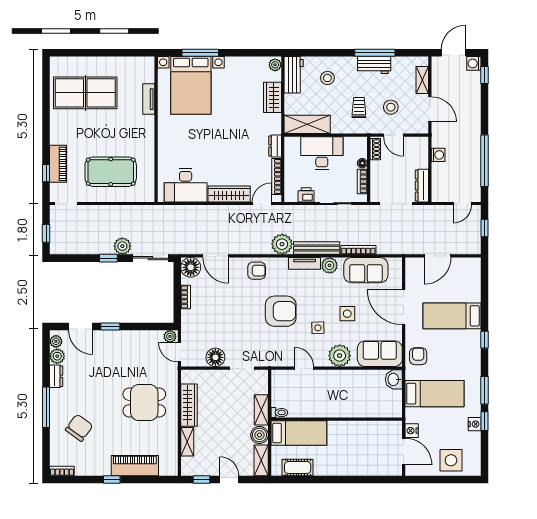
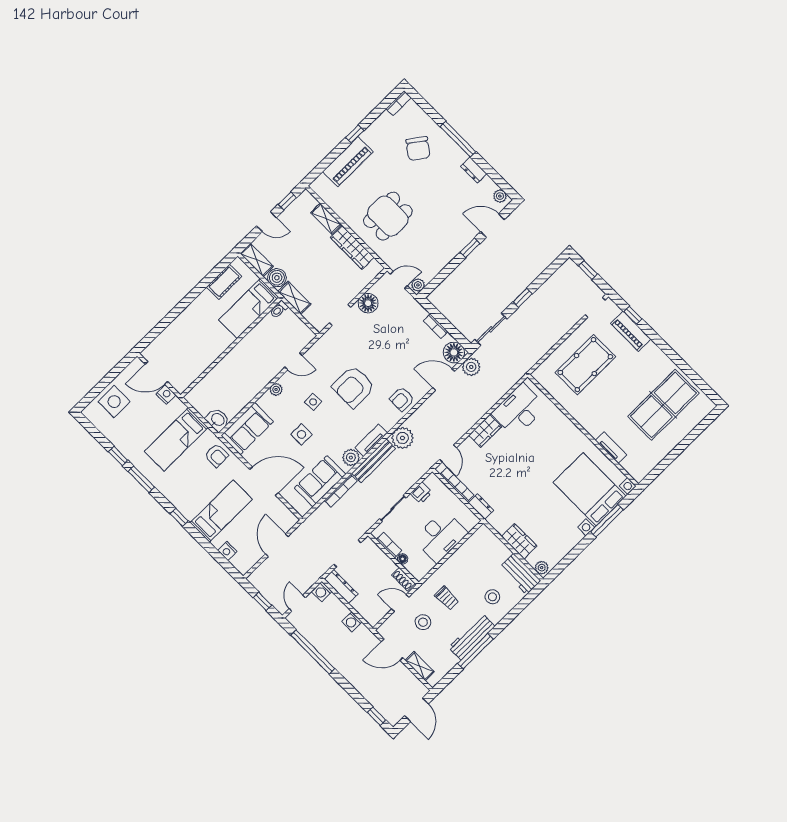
washing machine: (474, 63) -> (322, 592), moved, turned 180
workbench: (374, 65) -> (472, 637), width x1.38
shelving: (307, 124) -> (473, 547), removed
wardrobe: (229, 194) -> (485, 431), width x0.67
plant: (122, 246) -> (471, 367), moved
plant: (57, 356) -> (488, 186), removed
plant: (340, 356) -> (276, 389), width x0.53, depth x0.53
nightstand: (475, 424) -> (227, 551), moved

